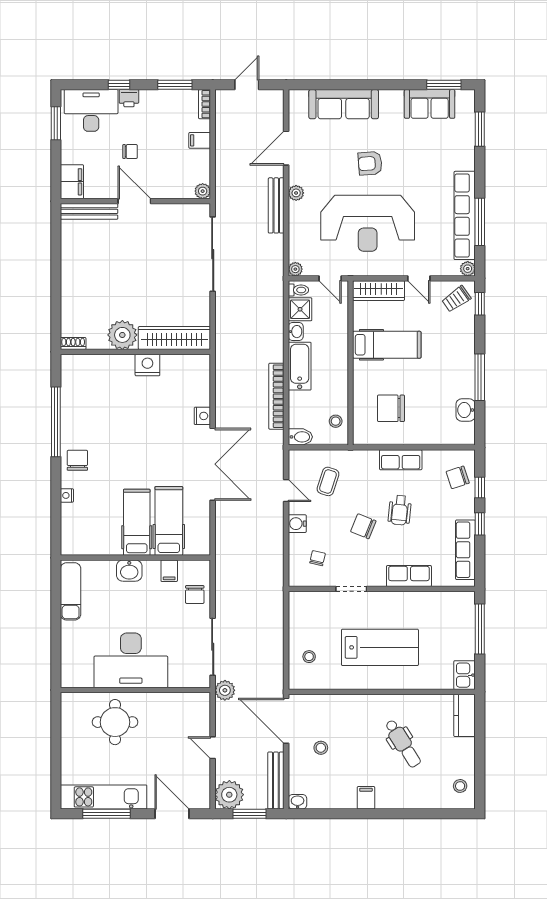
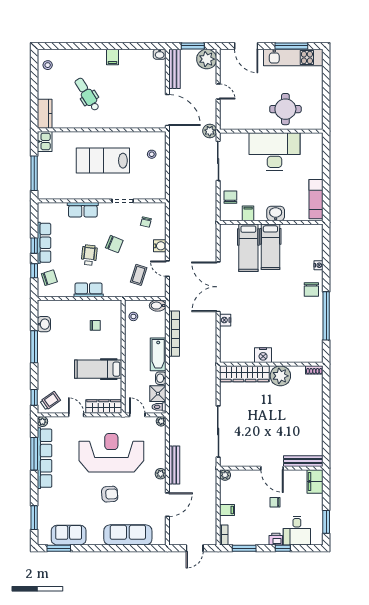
desk: (91, 110) -> (297, 531), width x0.73
chair: (391, 408) -> (95, 325), width x0.54, depth x0.54
row of seats: (465, 550) -> (44, 243), moved
stool: (321, 748) -> (144, 91), removed

